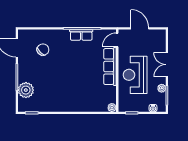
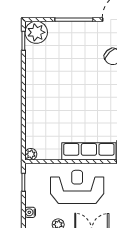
plant: (26, 90) -> (36, 32), moved

